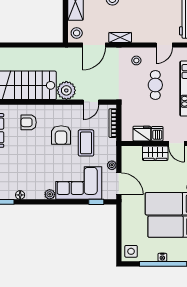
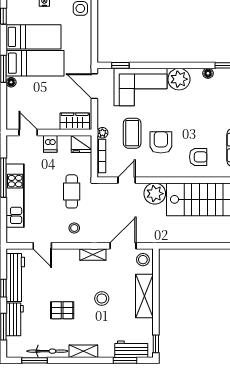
door: (164, 45) -> (42, 246), swing flipped
cafe table: (155, 85) -> (72, 191), moved
fridge: (142, 134) -> (81, 144), moved
wardrobe: (155, 153) -> (75, 121), moved
plant: (112, 165) -> (102, 133), moved
plant: (50, 194) -> (179, 79), width x1.87, depth x1.87

